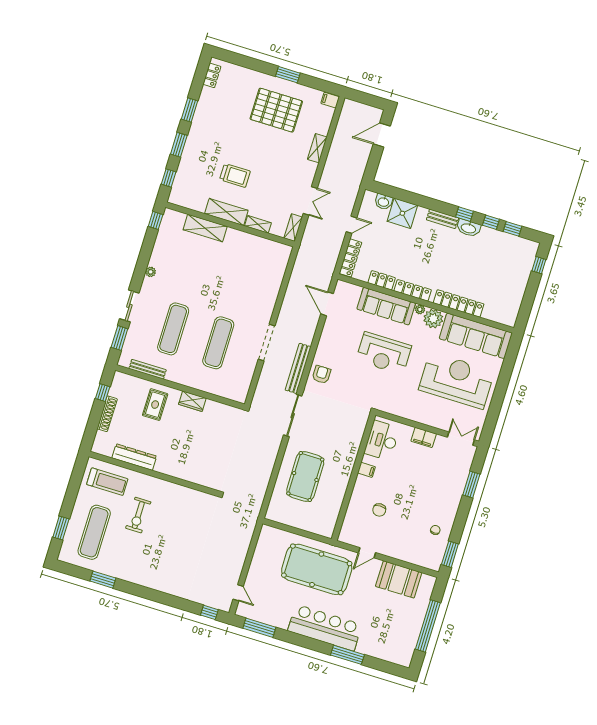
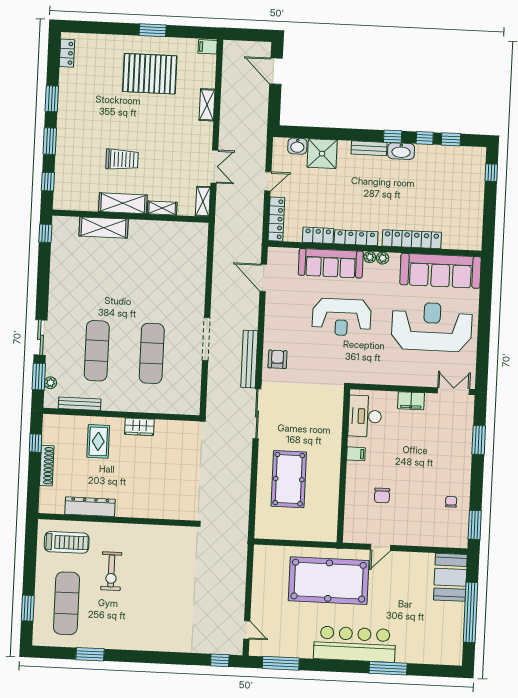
door: (382, 135) -> (276, 71), hinge flipped
plant: (151, 272) -> (50, 383), moved
plant: (433, 319) -> (383, 258), width x0.53, depth x0.53
booth: (399, 579) -> (450, 577), moved, turned 90

